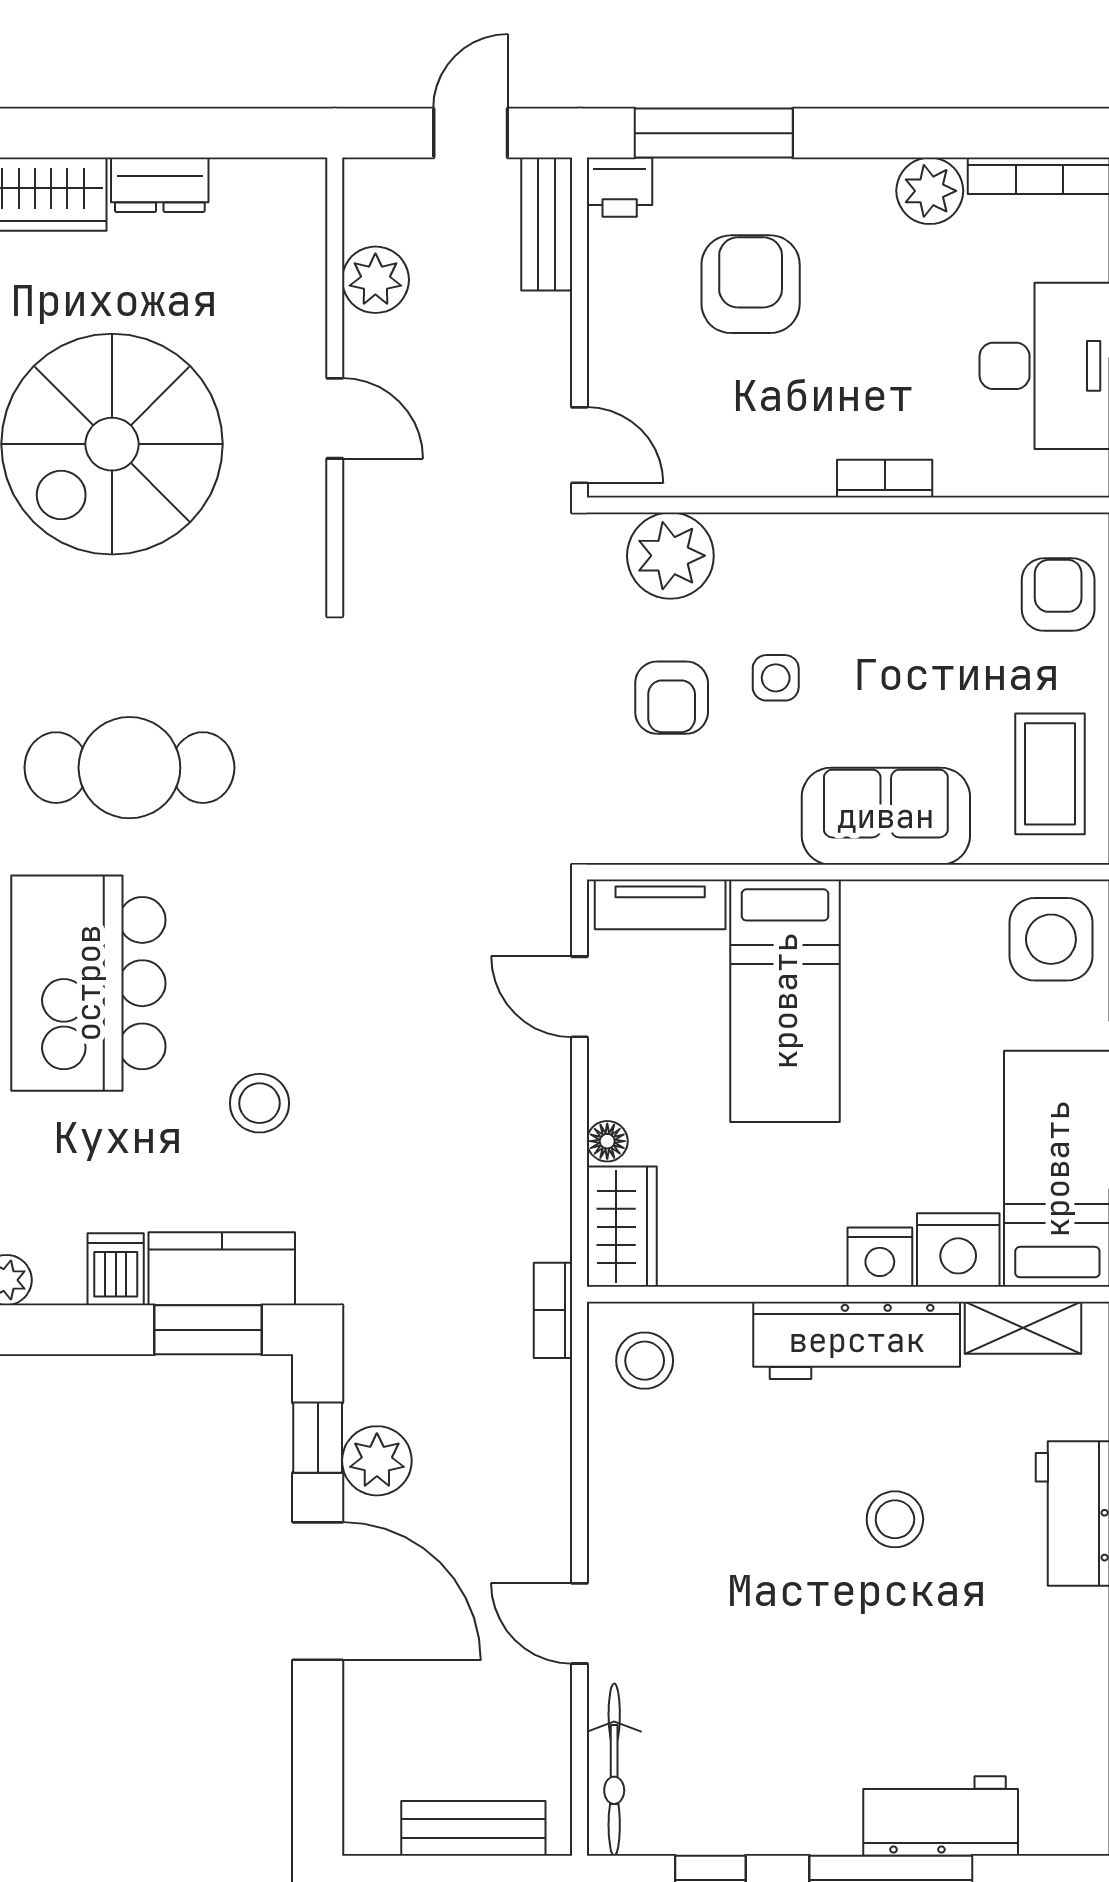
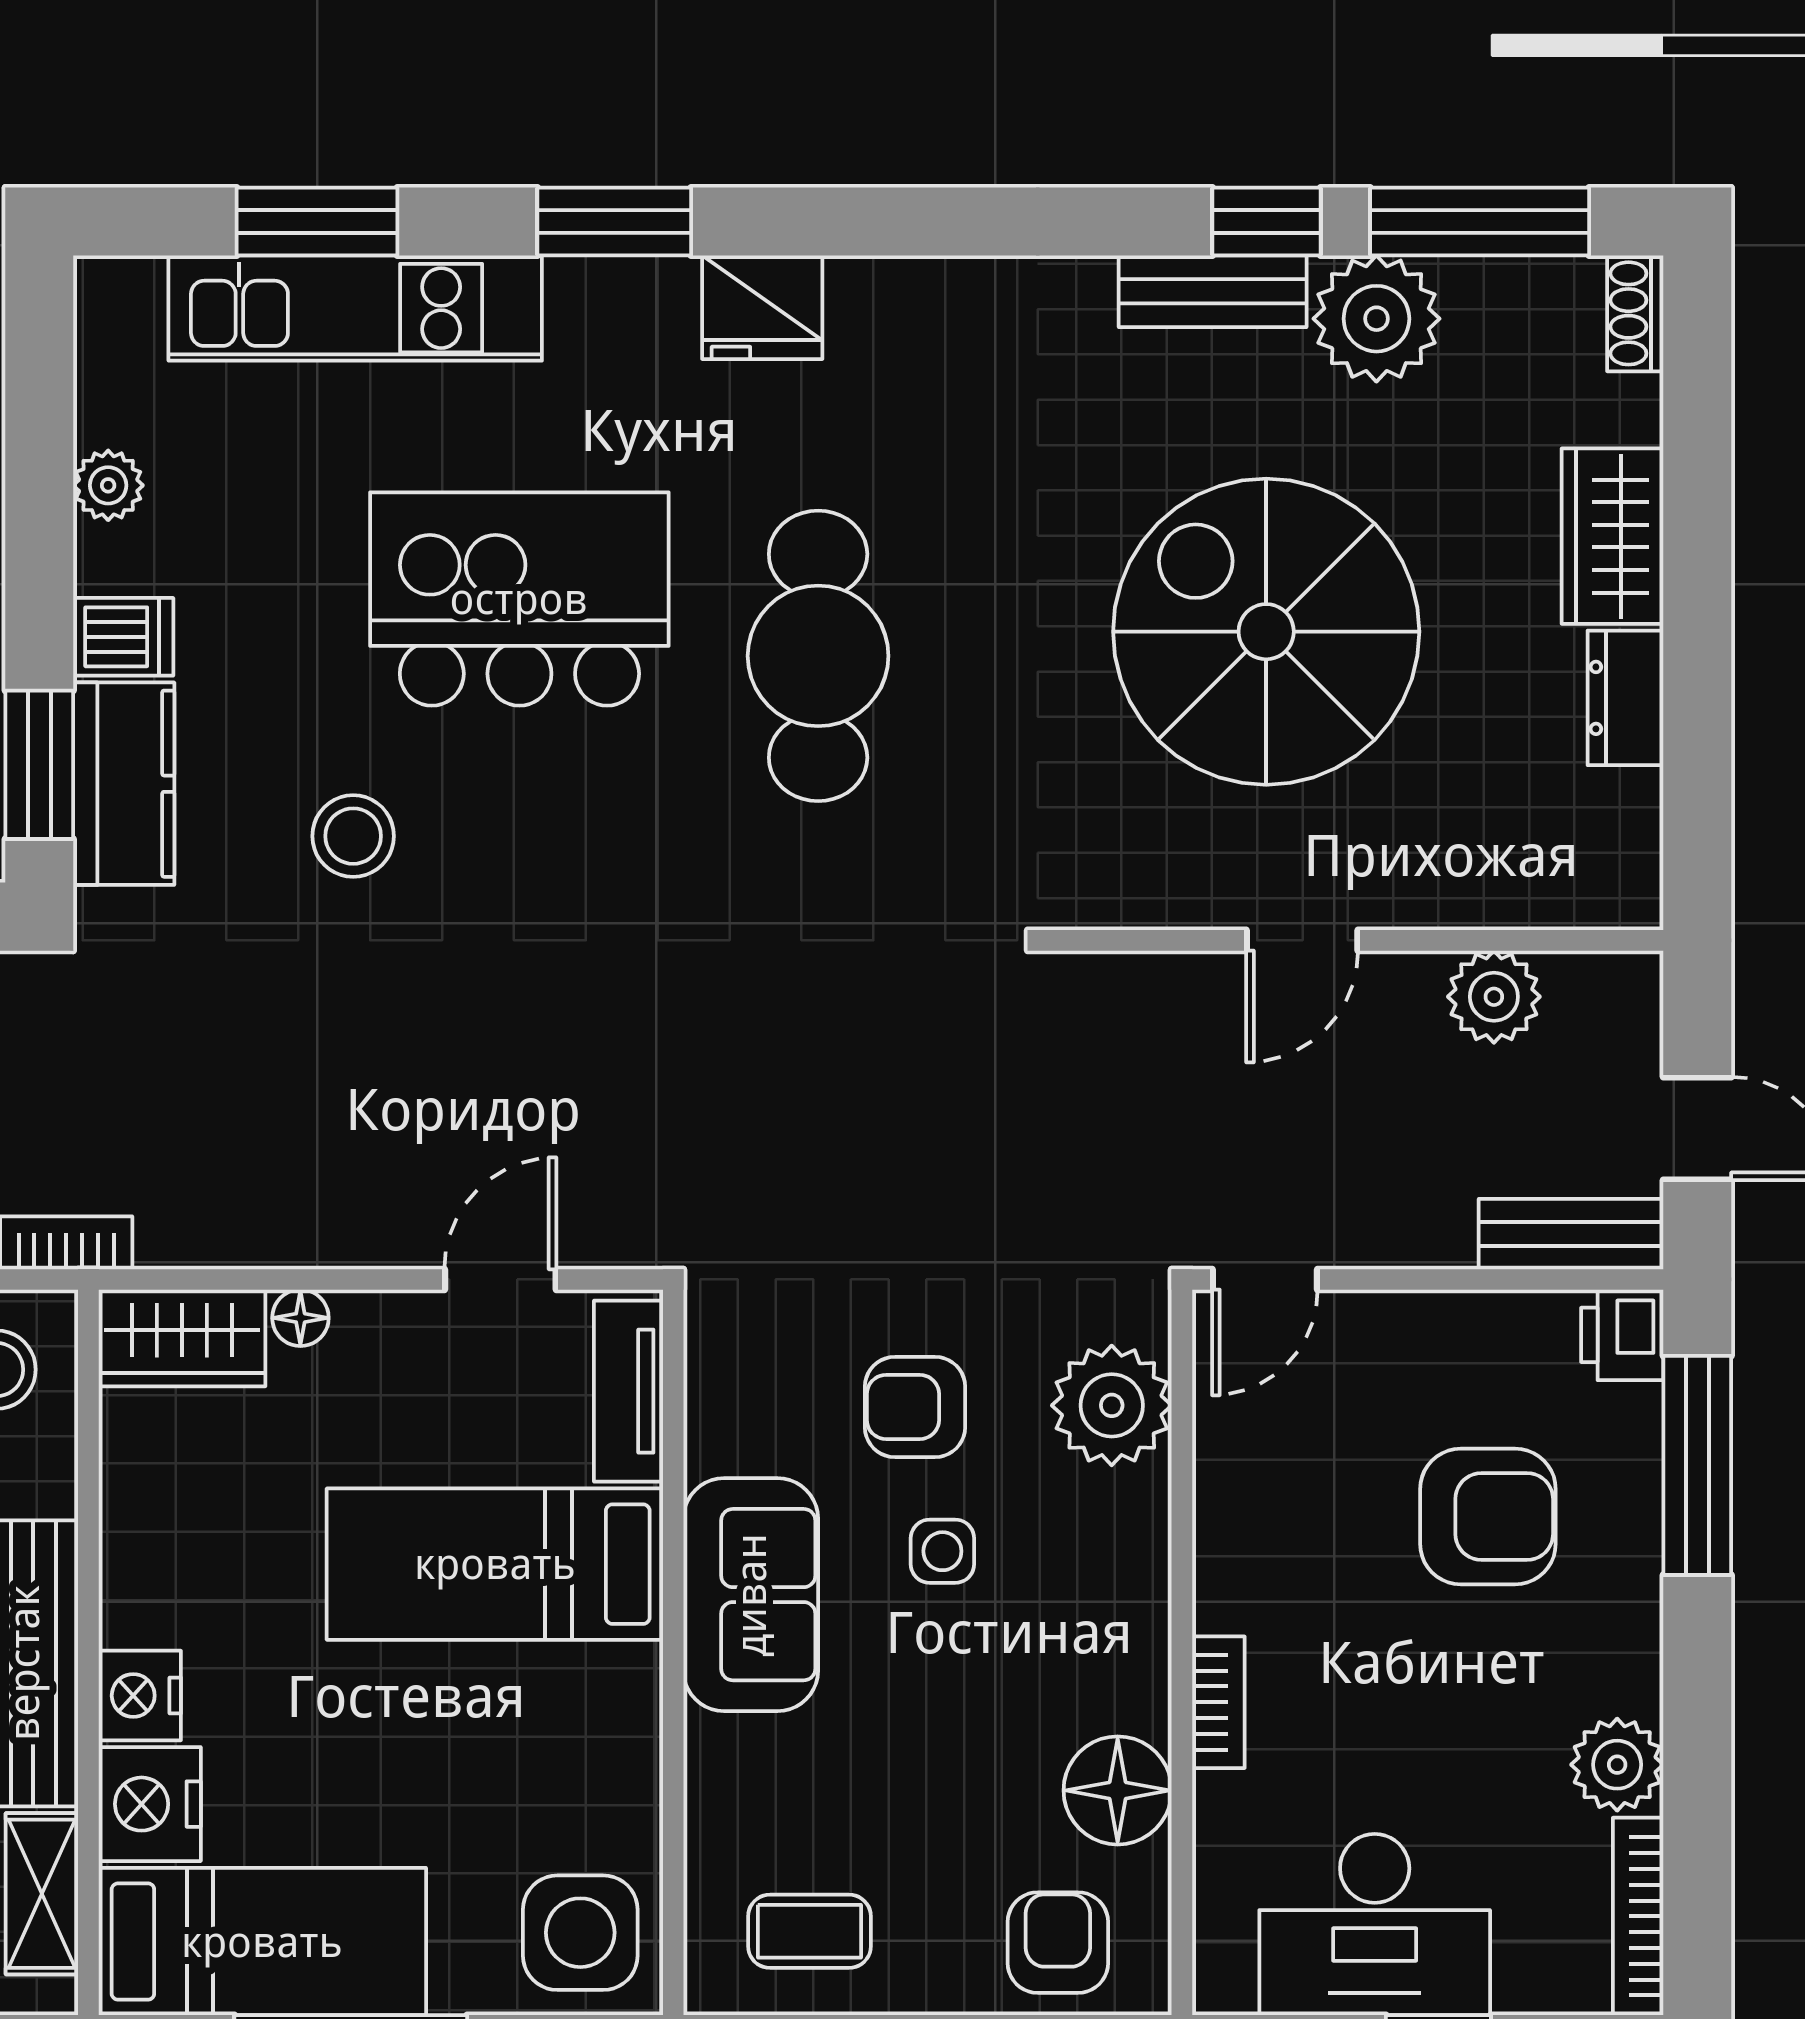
floor lamp: (948, 551) -> (1118, 1790), added
armchair: (1058, 595) -> (1058, 1943), turned -90
coffee table: (1050, 774) -> (809, 1931), width x0.73, depth x0.77
sofa: (886, 816) -> (751, 1595), moved

